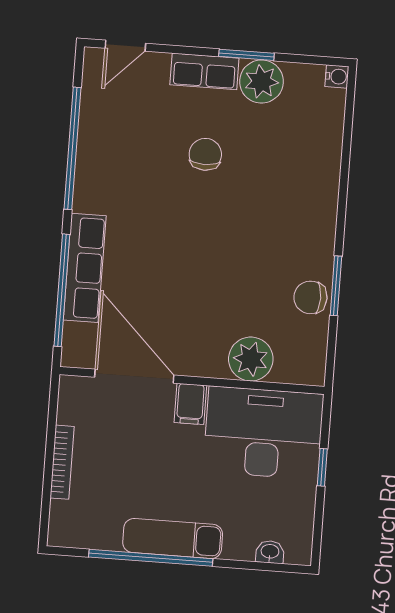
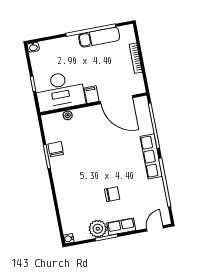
chair: (205, 154) -> (112, 194), turned -90
row of seats: (85, 268) -> (151, 156), moved
chair: (310, 297) -> (56, 149), turned -90
plant: (251, 359) -> (68, 115), width x0.53, depth x0.53
exam couch: (173, 538) -> (99, 37), moved
washbasin: (270, 552) -> (33, 47), moved

